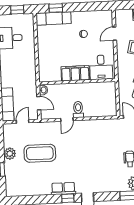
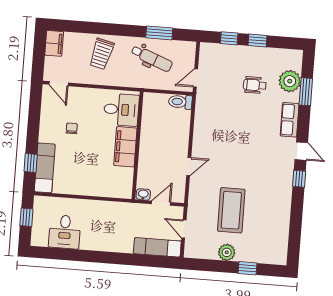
door: (115, 34) -> (59, 84), moved
toilet: (78, 110) -> (180, 102), moved
door: (67, 120) -> (189, 167), hinge flipped
row of seats: (63, 189) -> (290, 120), moved

